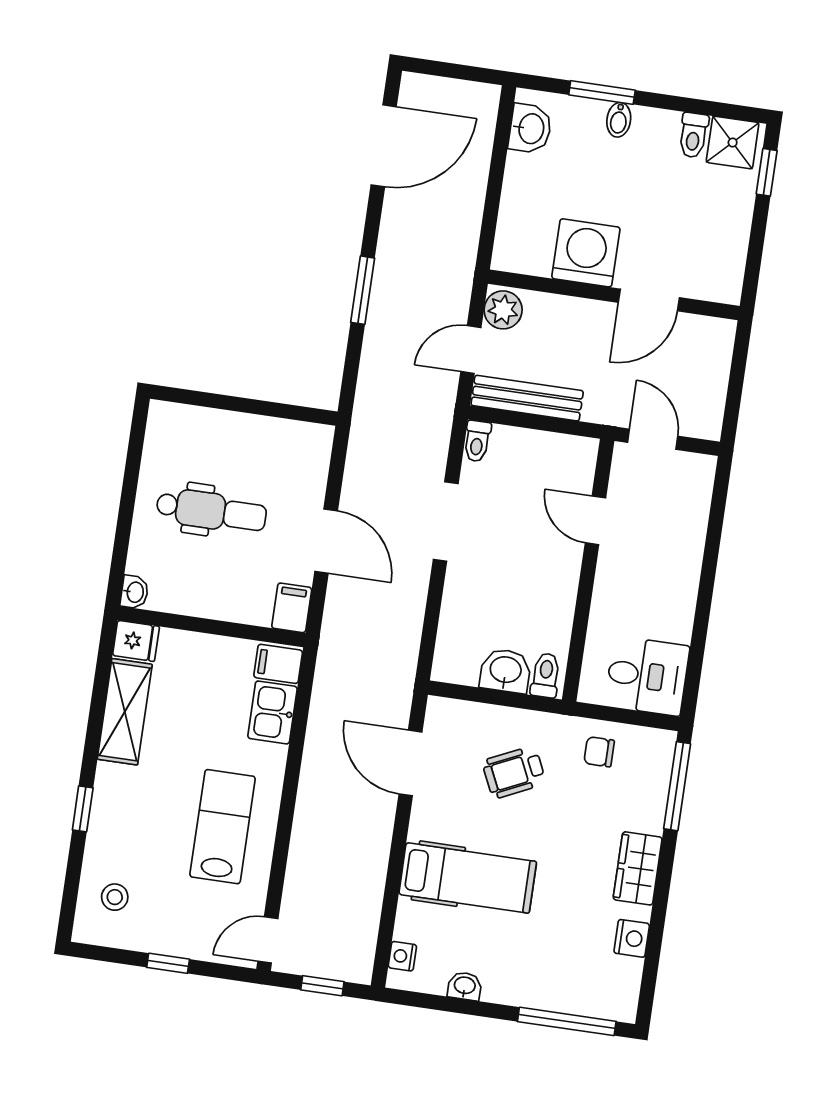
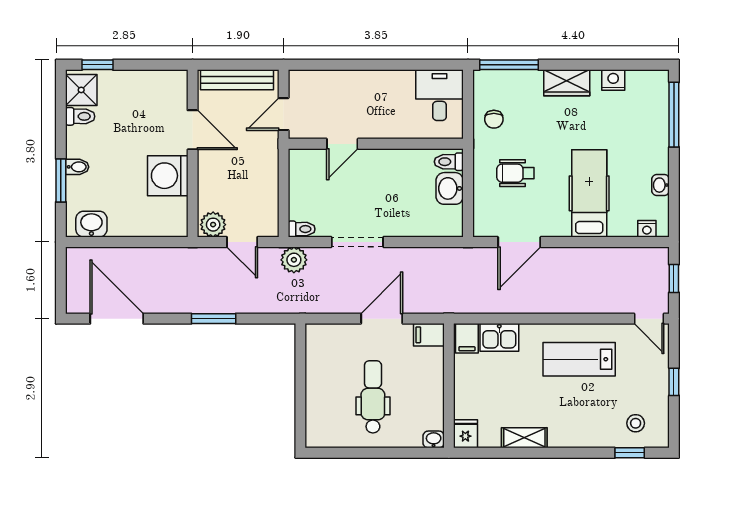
bench: (527, 398) -> (237, 80), moved, turned 90
plant: (433, 423) -> (294, 260), added
shelving: (125, 712) -> (524, 438), width x0.67, depth x0.75
wheelchair: (514, 772) -> (515, 173), turned 115
window: (83, 809) -> (630, 453), moved

